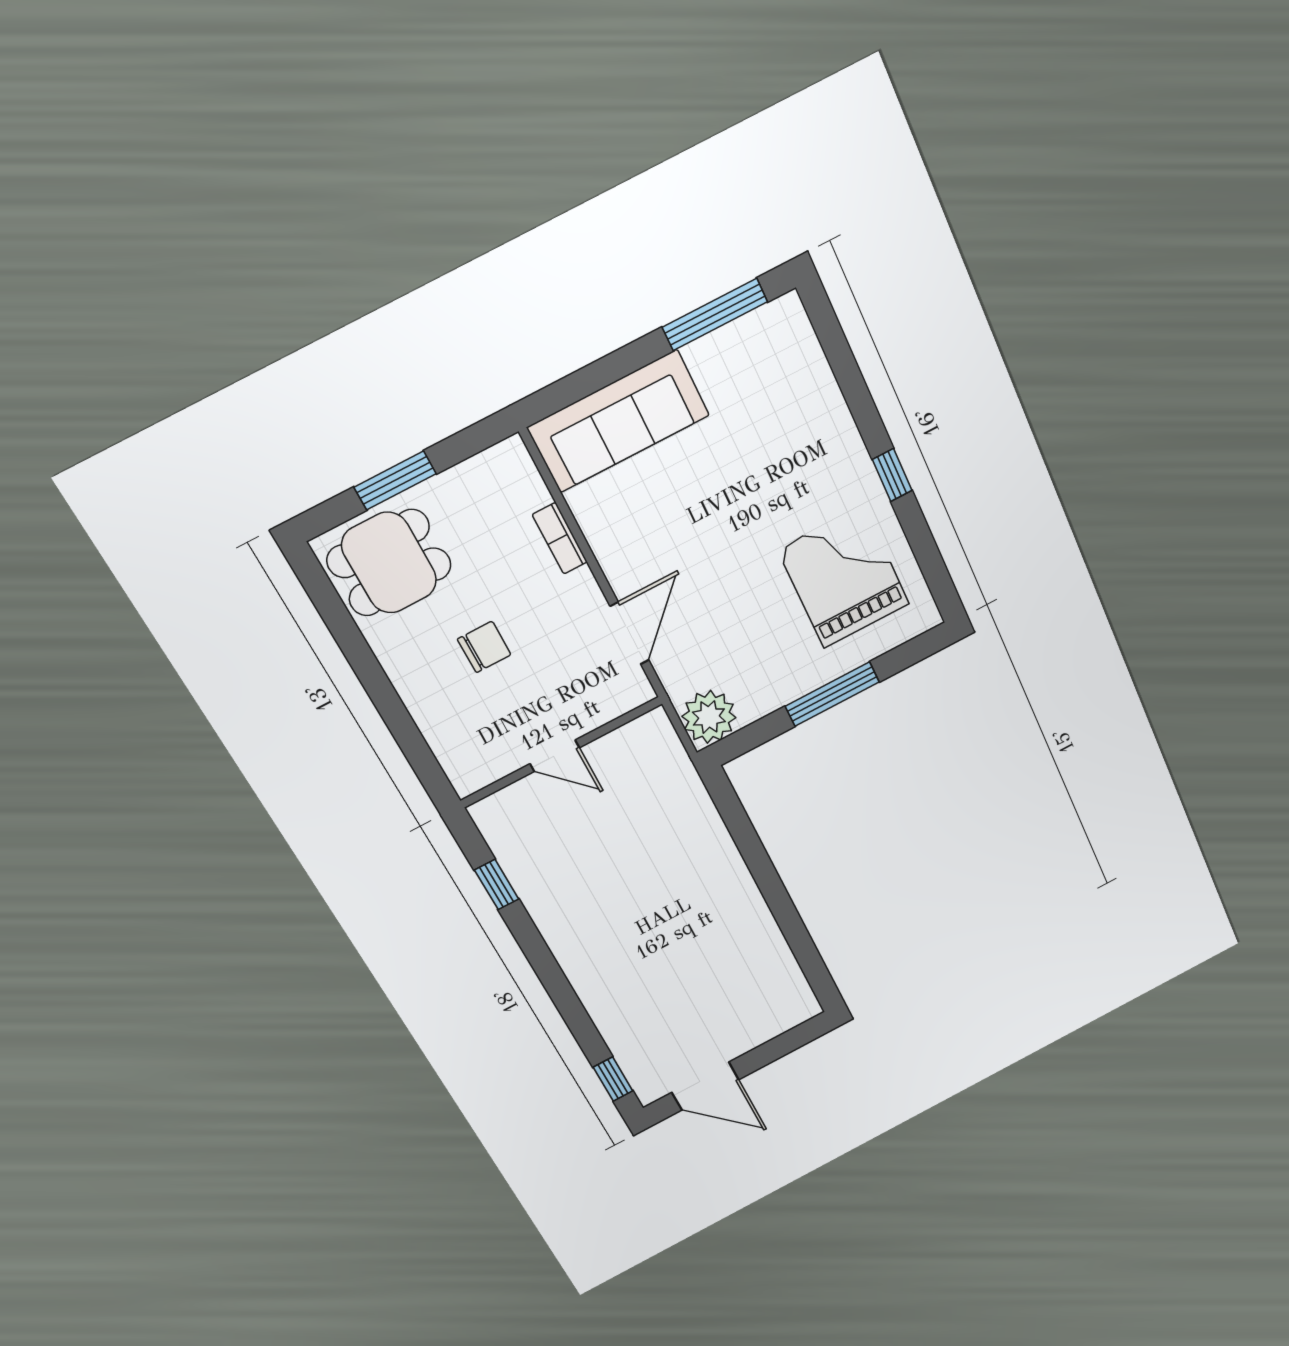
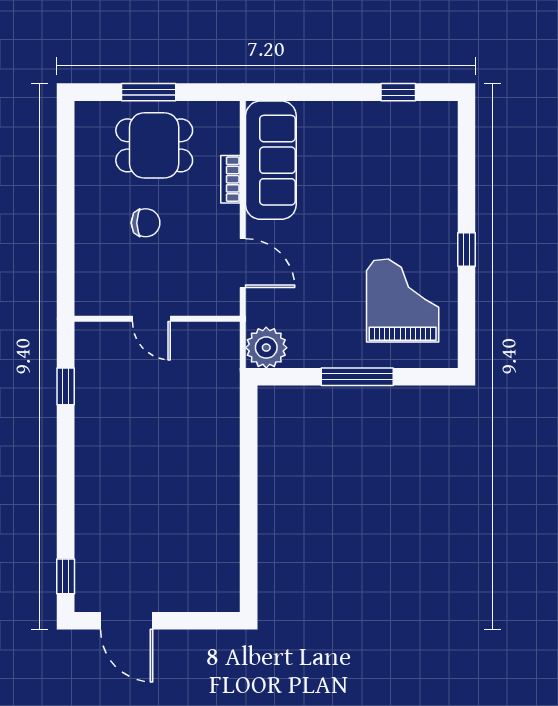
window: (715, 315) -> (398, 92), width x0.46
sofa: (618, 421) -> (271, 160), moved, turned -90
dining table: (389, 563) -> (154, 145), moved
door: (630, 633) -> (243, 263), hinge flipped

